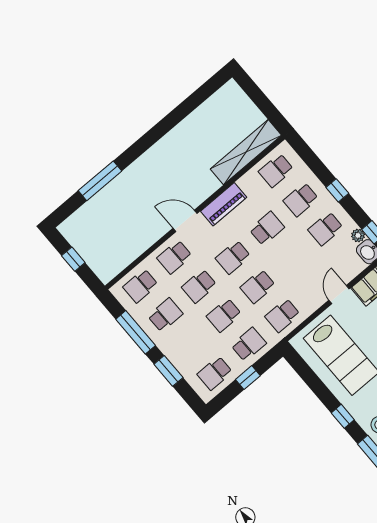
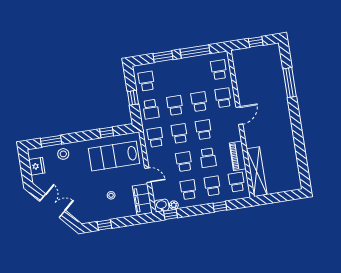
window: (337, 190) -> (220, 207), moved
piano: (224, 204) -> (238, 156), moved
school desk: (165, 315) -> (184, 162), moved, turned 180
window: (343, 416) -> (107, 132), moved

